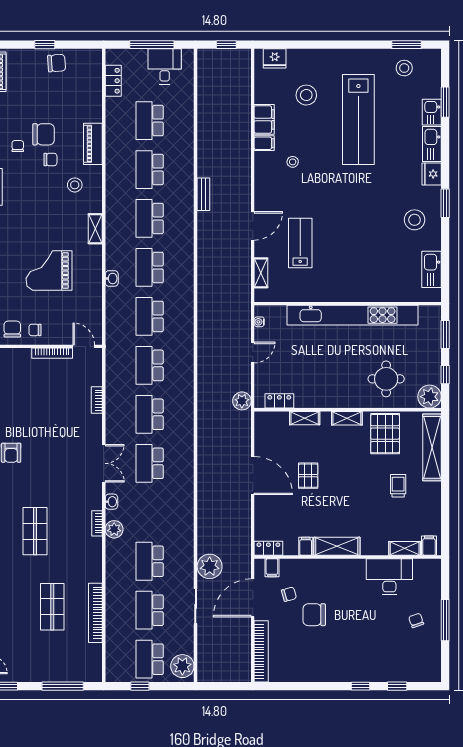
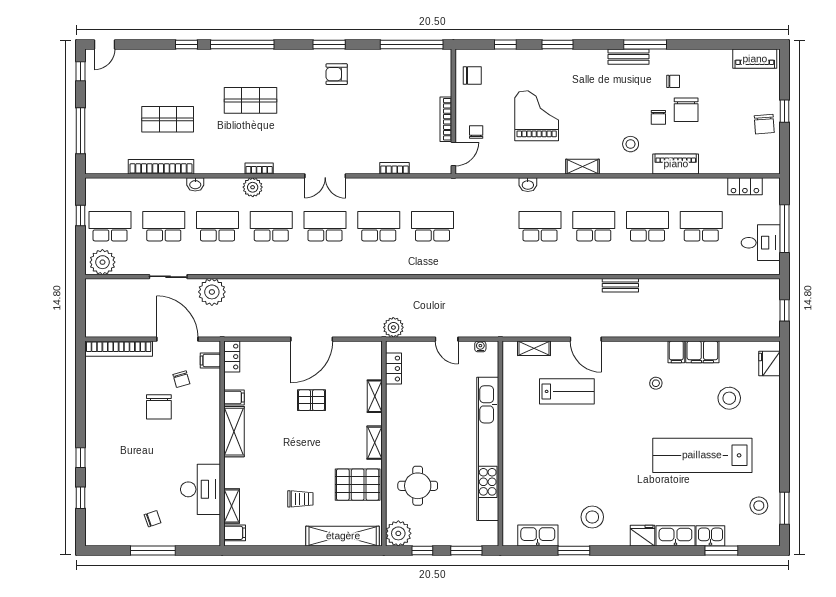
window: (445, 203) -> (574, 550), moved
school desk: (150, 316) -> (271, 226), moved
chair: (35, 330) -> (476, 132), moved
washbasin: (111, 502) -> (195, 184), moved
chair: (314, 615) -> (159, 407), turned 180

